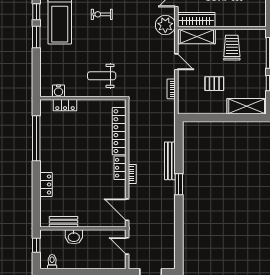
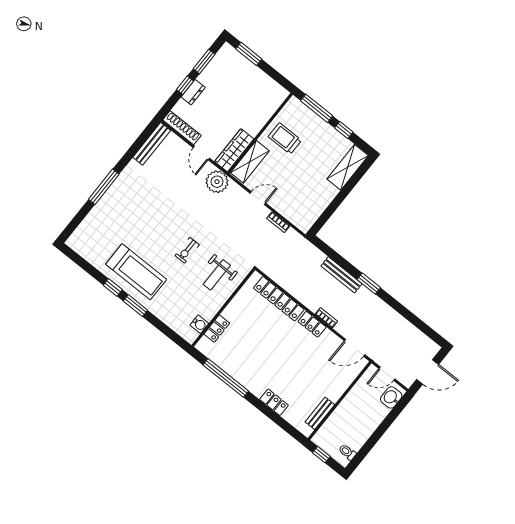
exercise bike: (102, 14) -> (187, 250), moved
pallet: (214, 84) -> (304, 180), removed
washbasin: (74, 237) -> (391, 397), moved, turned 180

